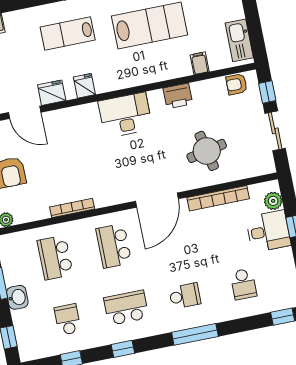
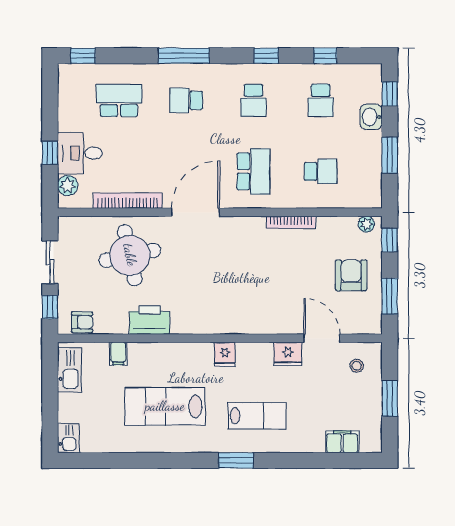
fridge: (84, 86) -> (225, 354), moved
printer: (178, 96) -> (149, 320), width x1.37, depth x1.19
desk: (125, 115) -> (212, 313), removed
round table: (207, 151) -> (130, 255), width x1.36, depth x1.36
school desk: (55, 258) -> (321, 171), width x0.54
school desk: (243, 284) -> (119, 100), width x1.85
washbasin: (17, 297) -> (371, 117), moved
school desk: (126, 308) -> (253, 100), width x0.54

